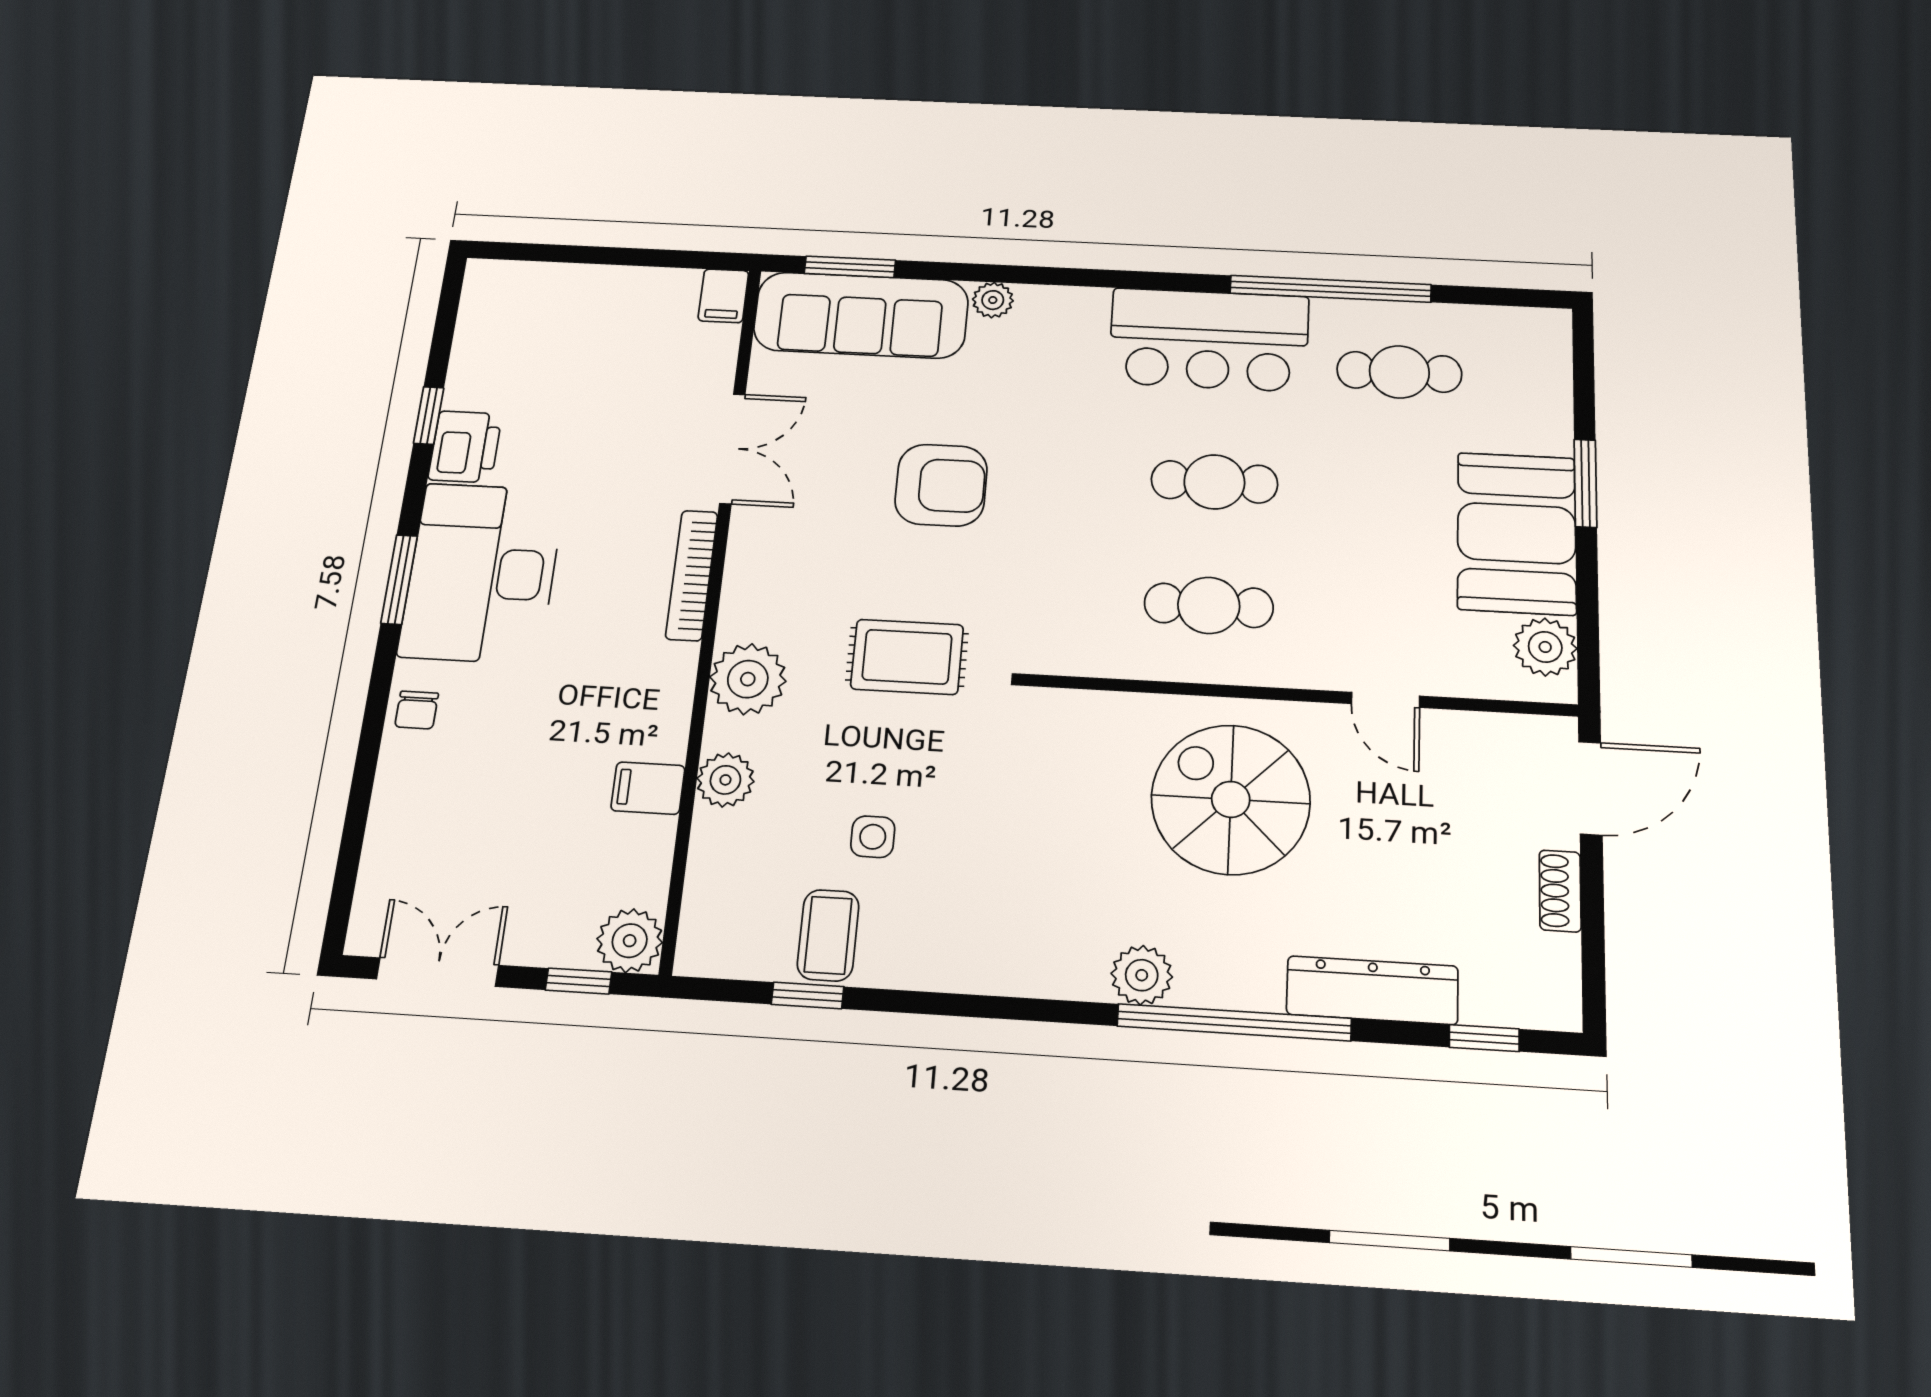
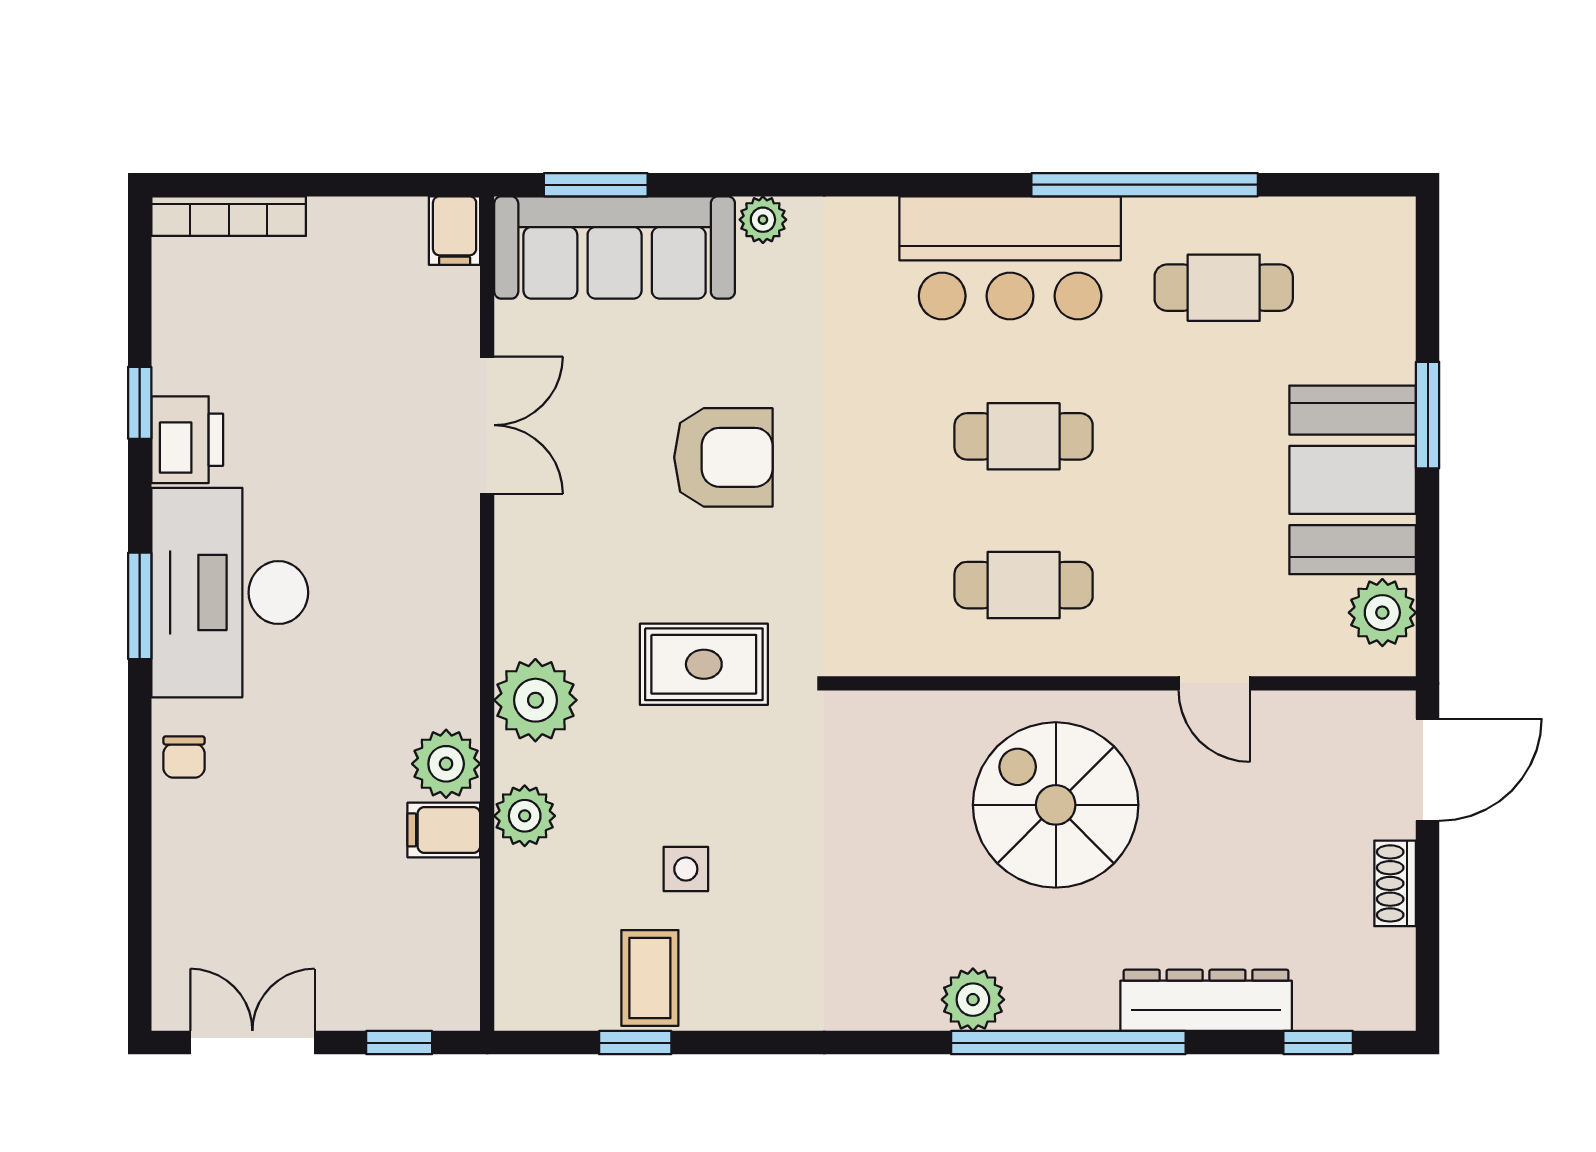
bookcase: (692, 575) -> (229, 216), moved, turned -90
plant: (630, 941) -> (446, 764), moved

